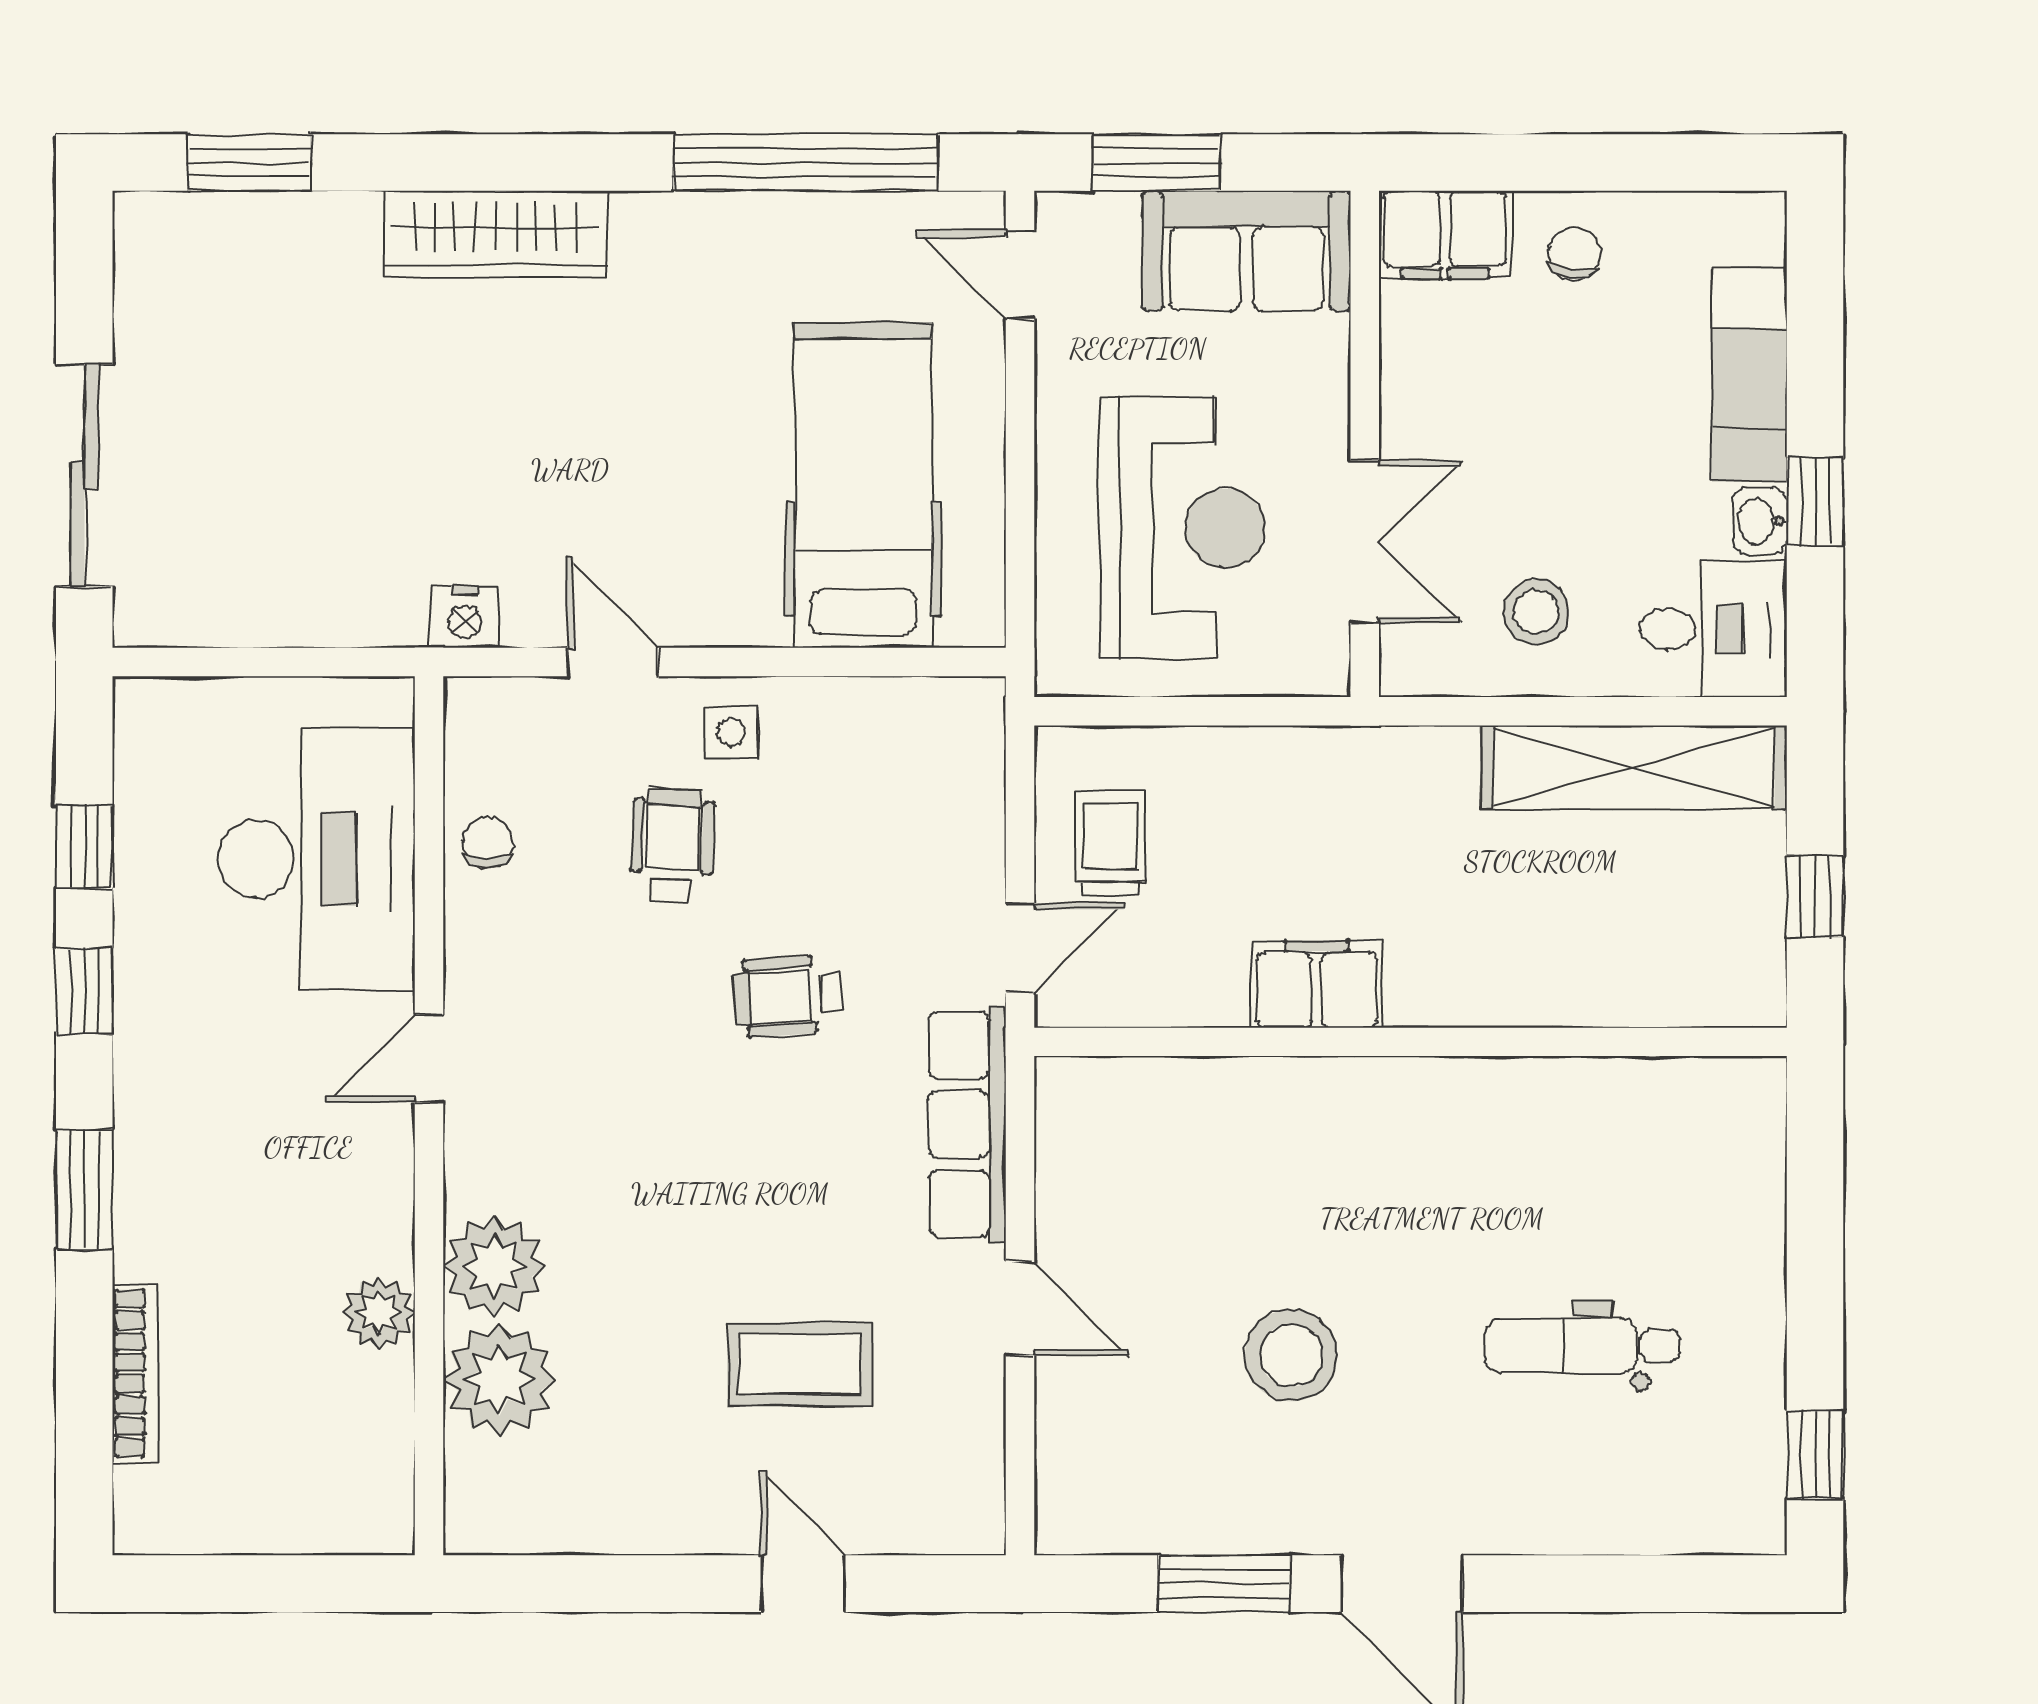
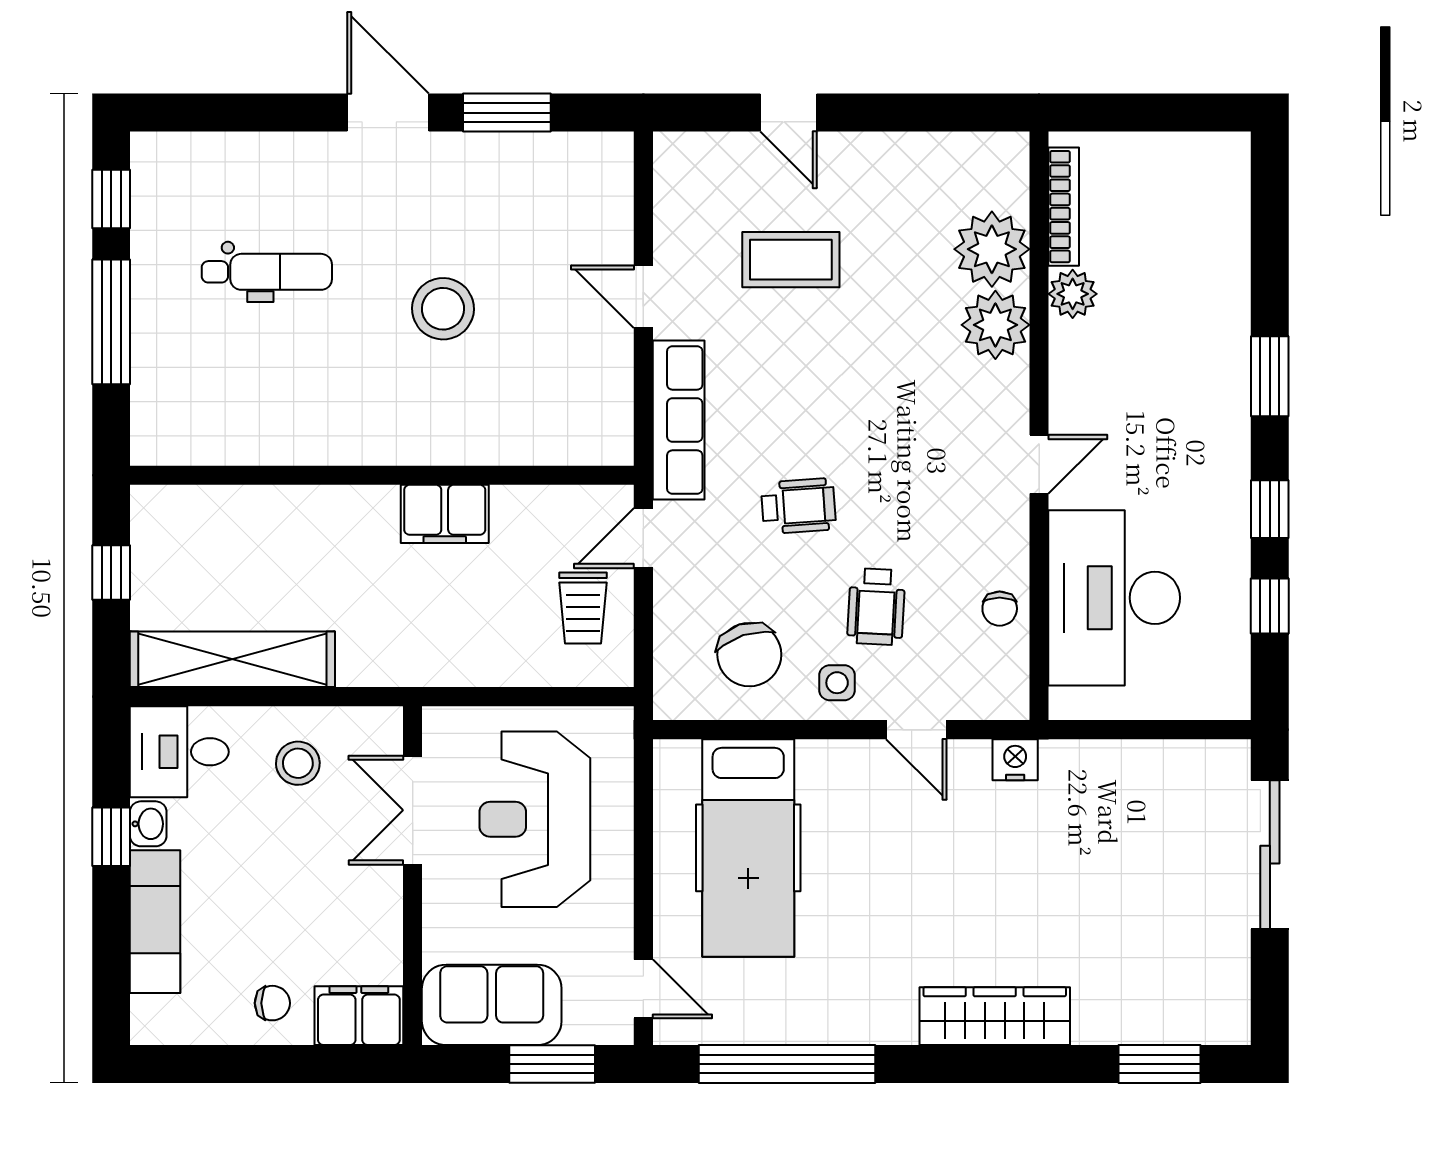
chair: (1574, 254) -> (272, 1003), turned -98
chair: (862, 774) -> (749, 655), added
window: (1815, 1271) -> (111, 322), added
stool: (1291, 1355) -> (443, 309), moved
bookcase: (135, 1373) -> (1064, 207), moved, turned 180

